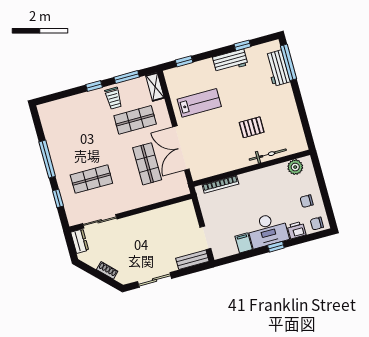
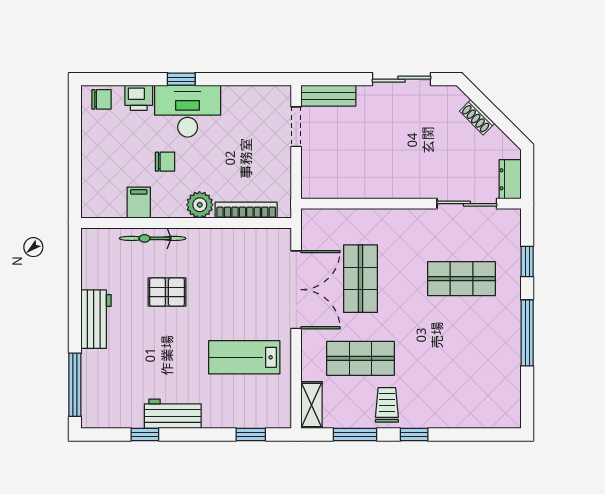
workbench: (278, 68) -> (96, 319), moved
plant: (295, 167) -> (200, 205), moved
chair: (307, 201) -> (165, 162), moved
filing cabinet: (244, 243) -> (139, 203), moved, turned 180

